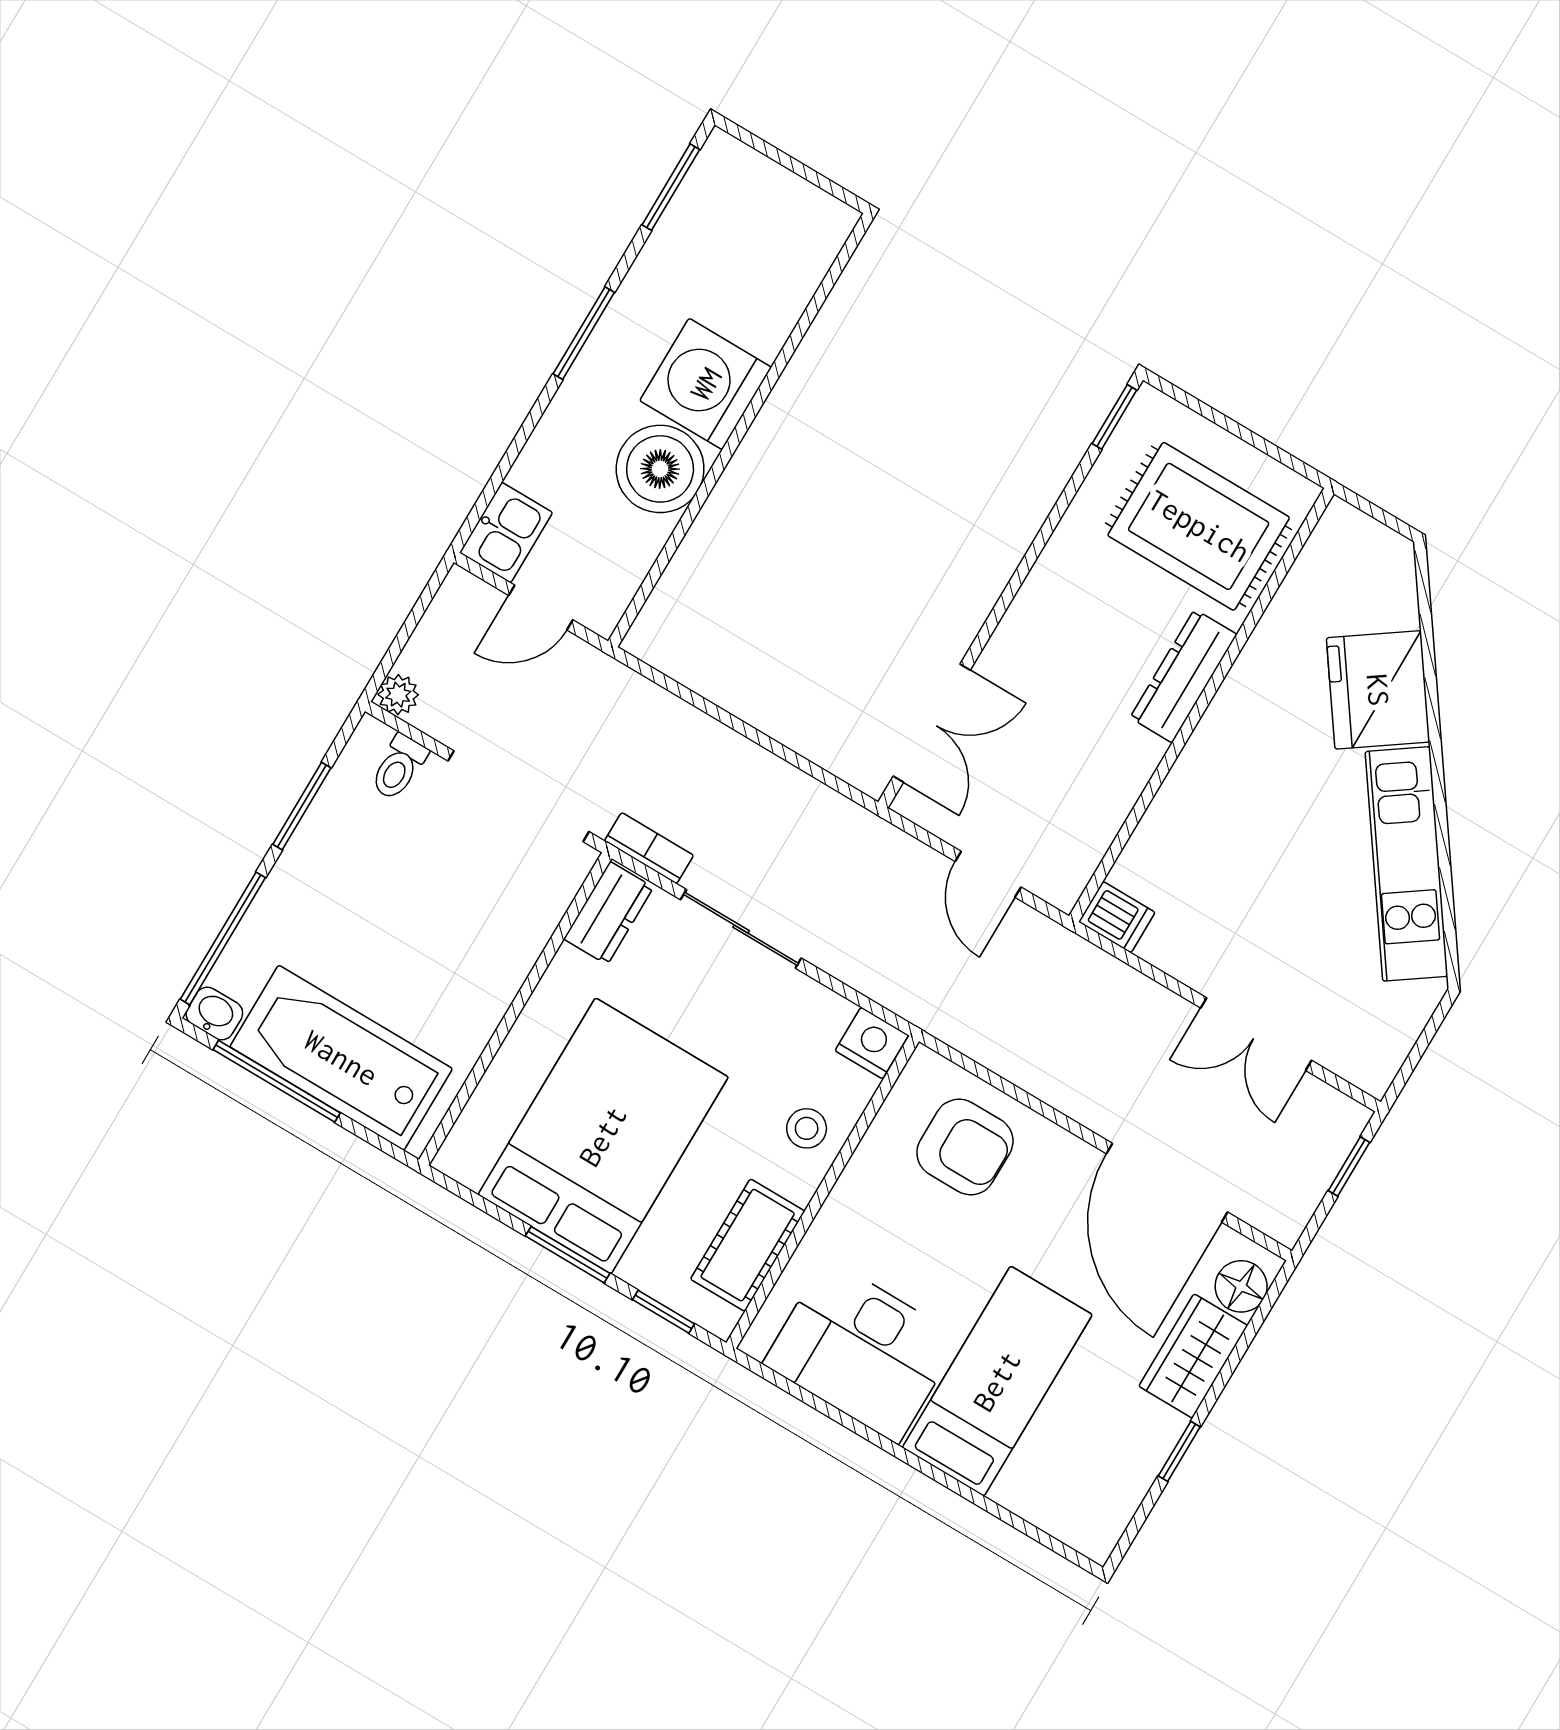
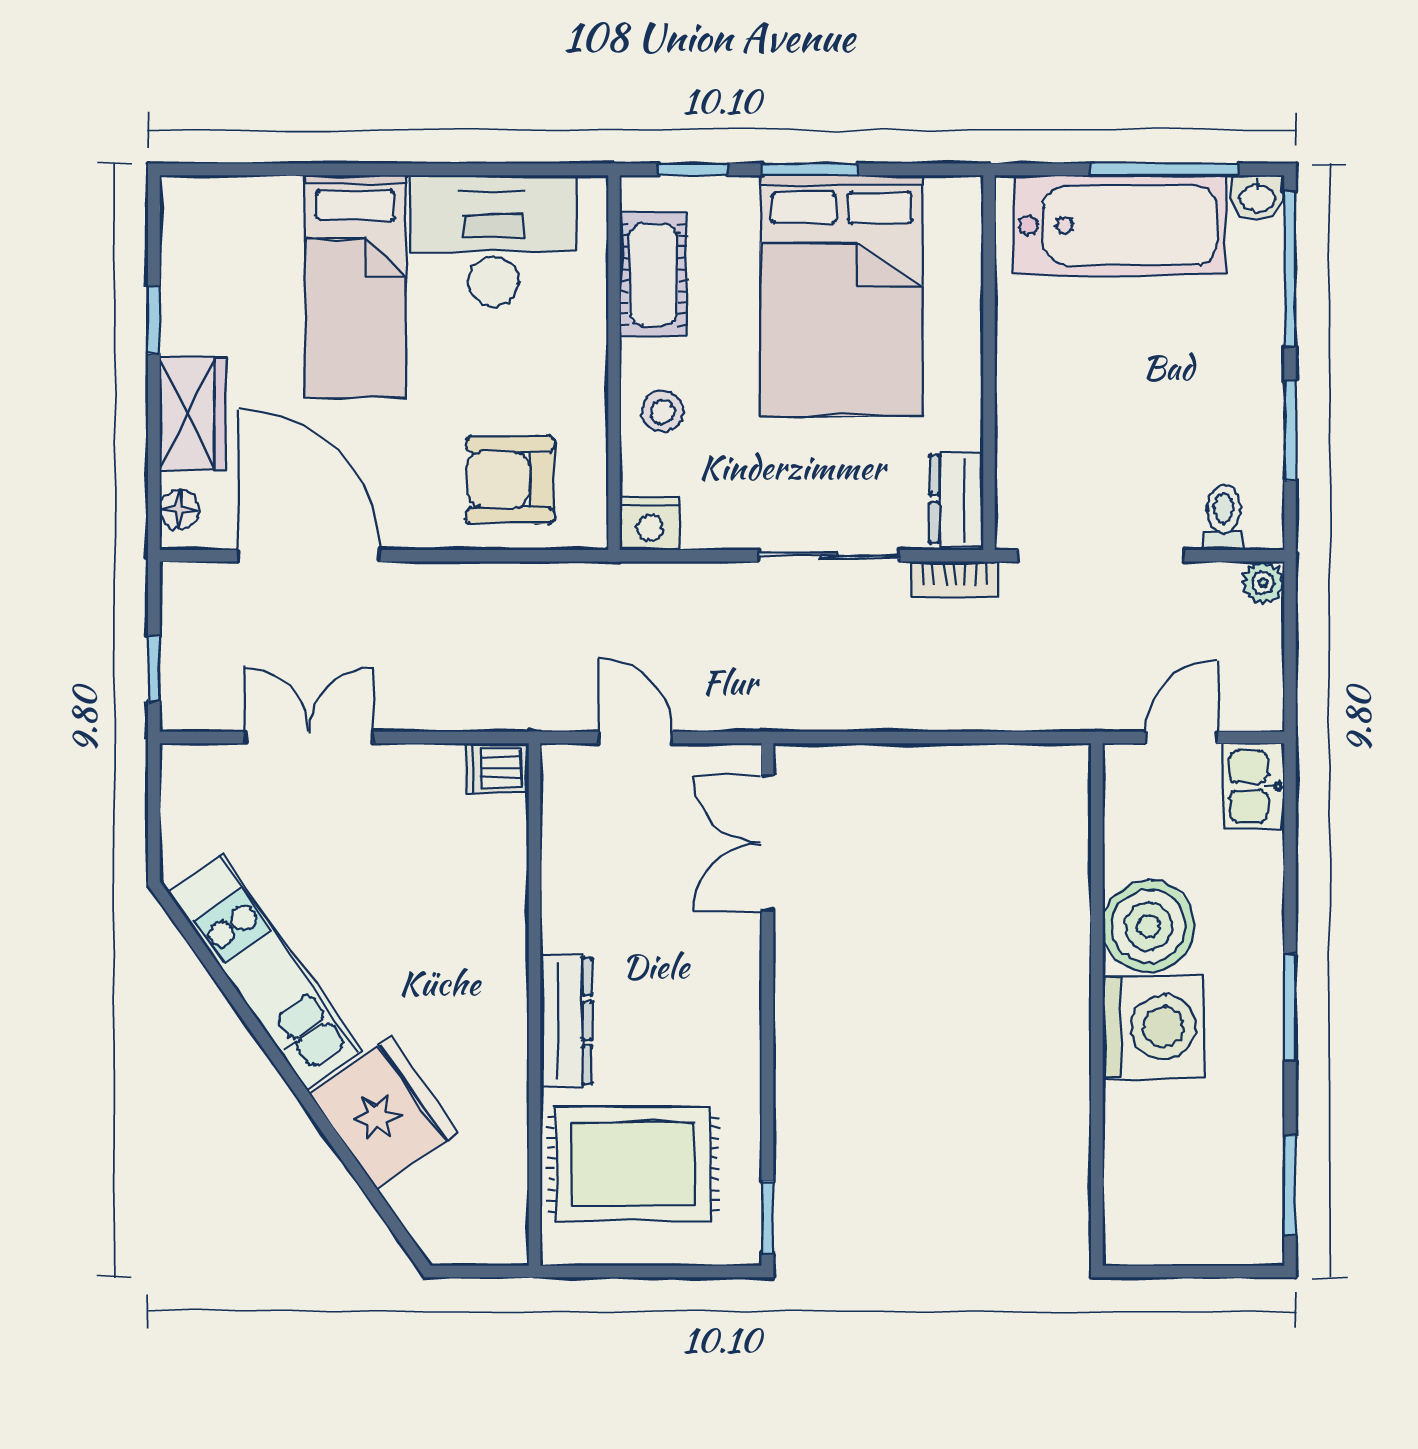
floor lamp: (1241, 1286) -> (179, 510), width x0.73, depth x0.73

